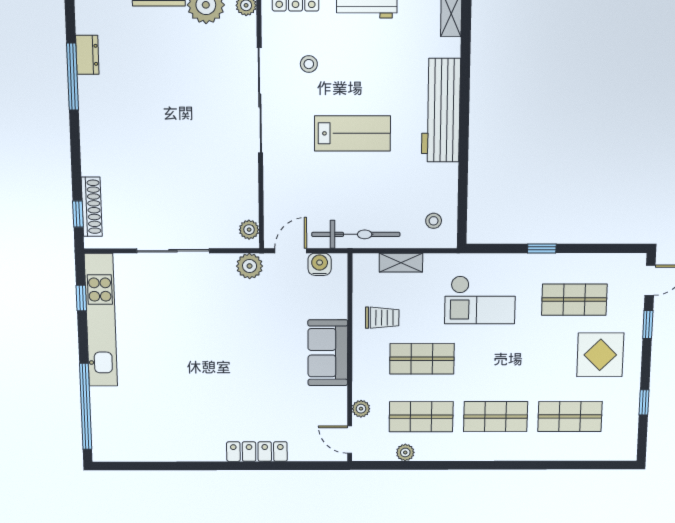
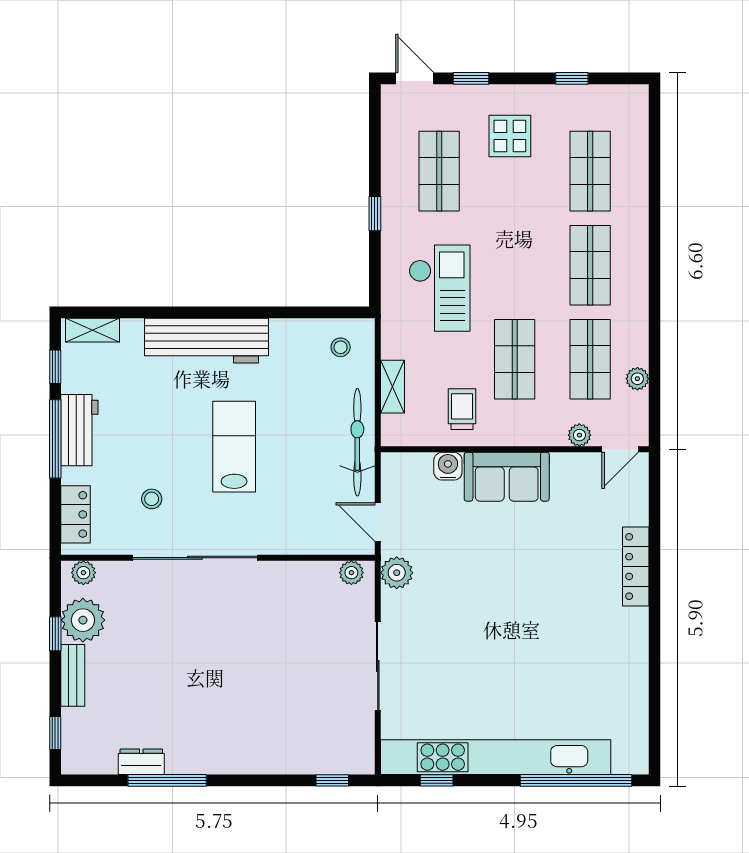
shoe rack: (92, 207) -> (323, 763), removed
water cooler: (320, 264) -> (448, 466), moved, turned 90
kitchen unit: (101, 320) -> (496, 757), width x1.36
display table: (600, 355) -> (510, 136), width x0.73, depth x0.73

